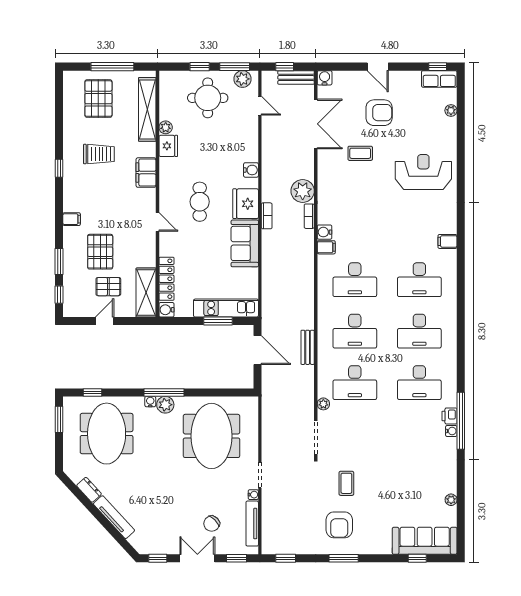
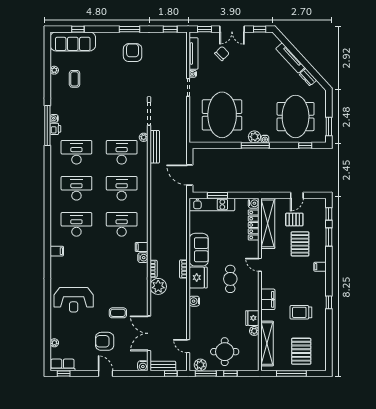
shelving: (146, 293) -> (268, 223), width x1.47
bench: (308, 347) -> (155, 147), moved, width x1.36
coffee table: (346, 483) -> (75, 79), moved

